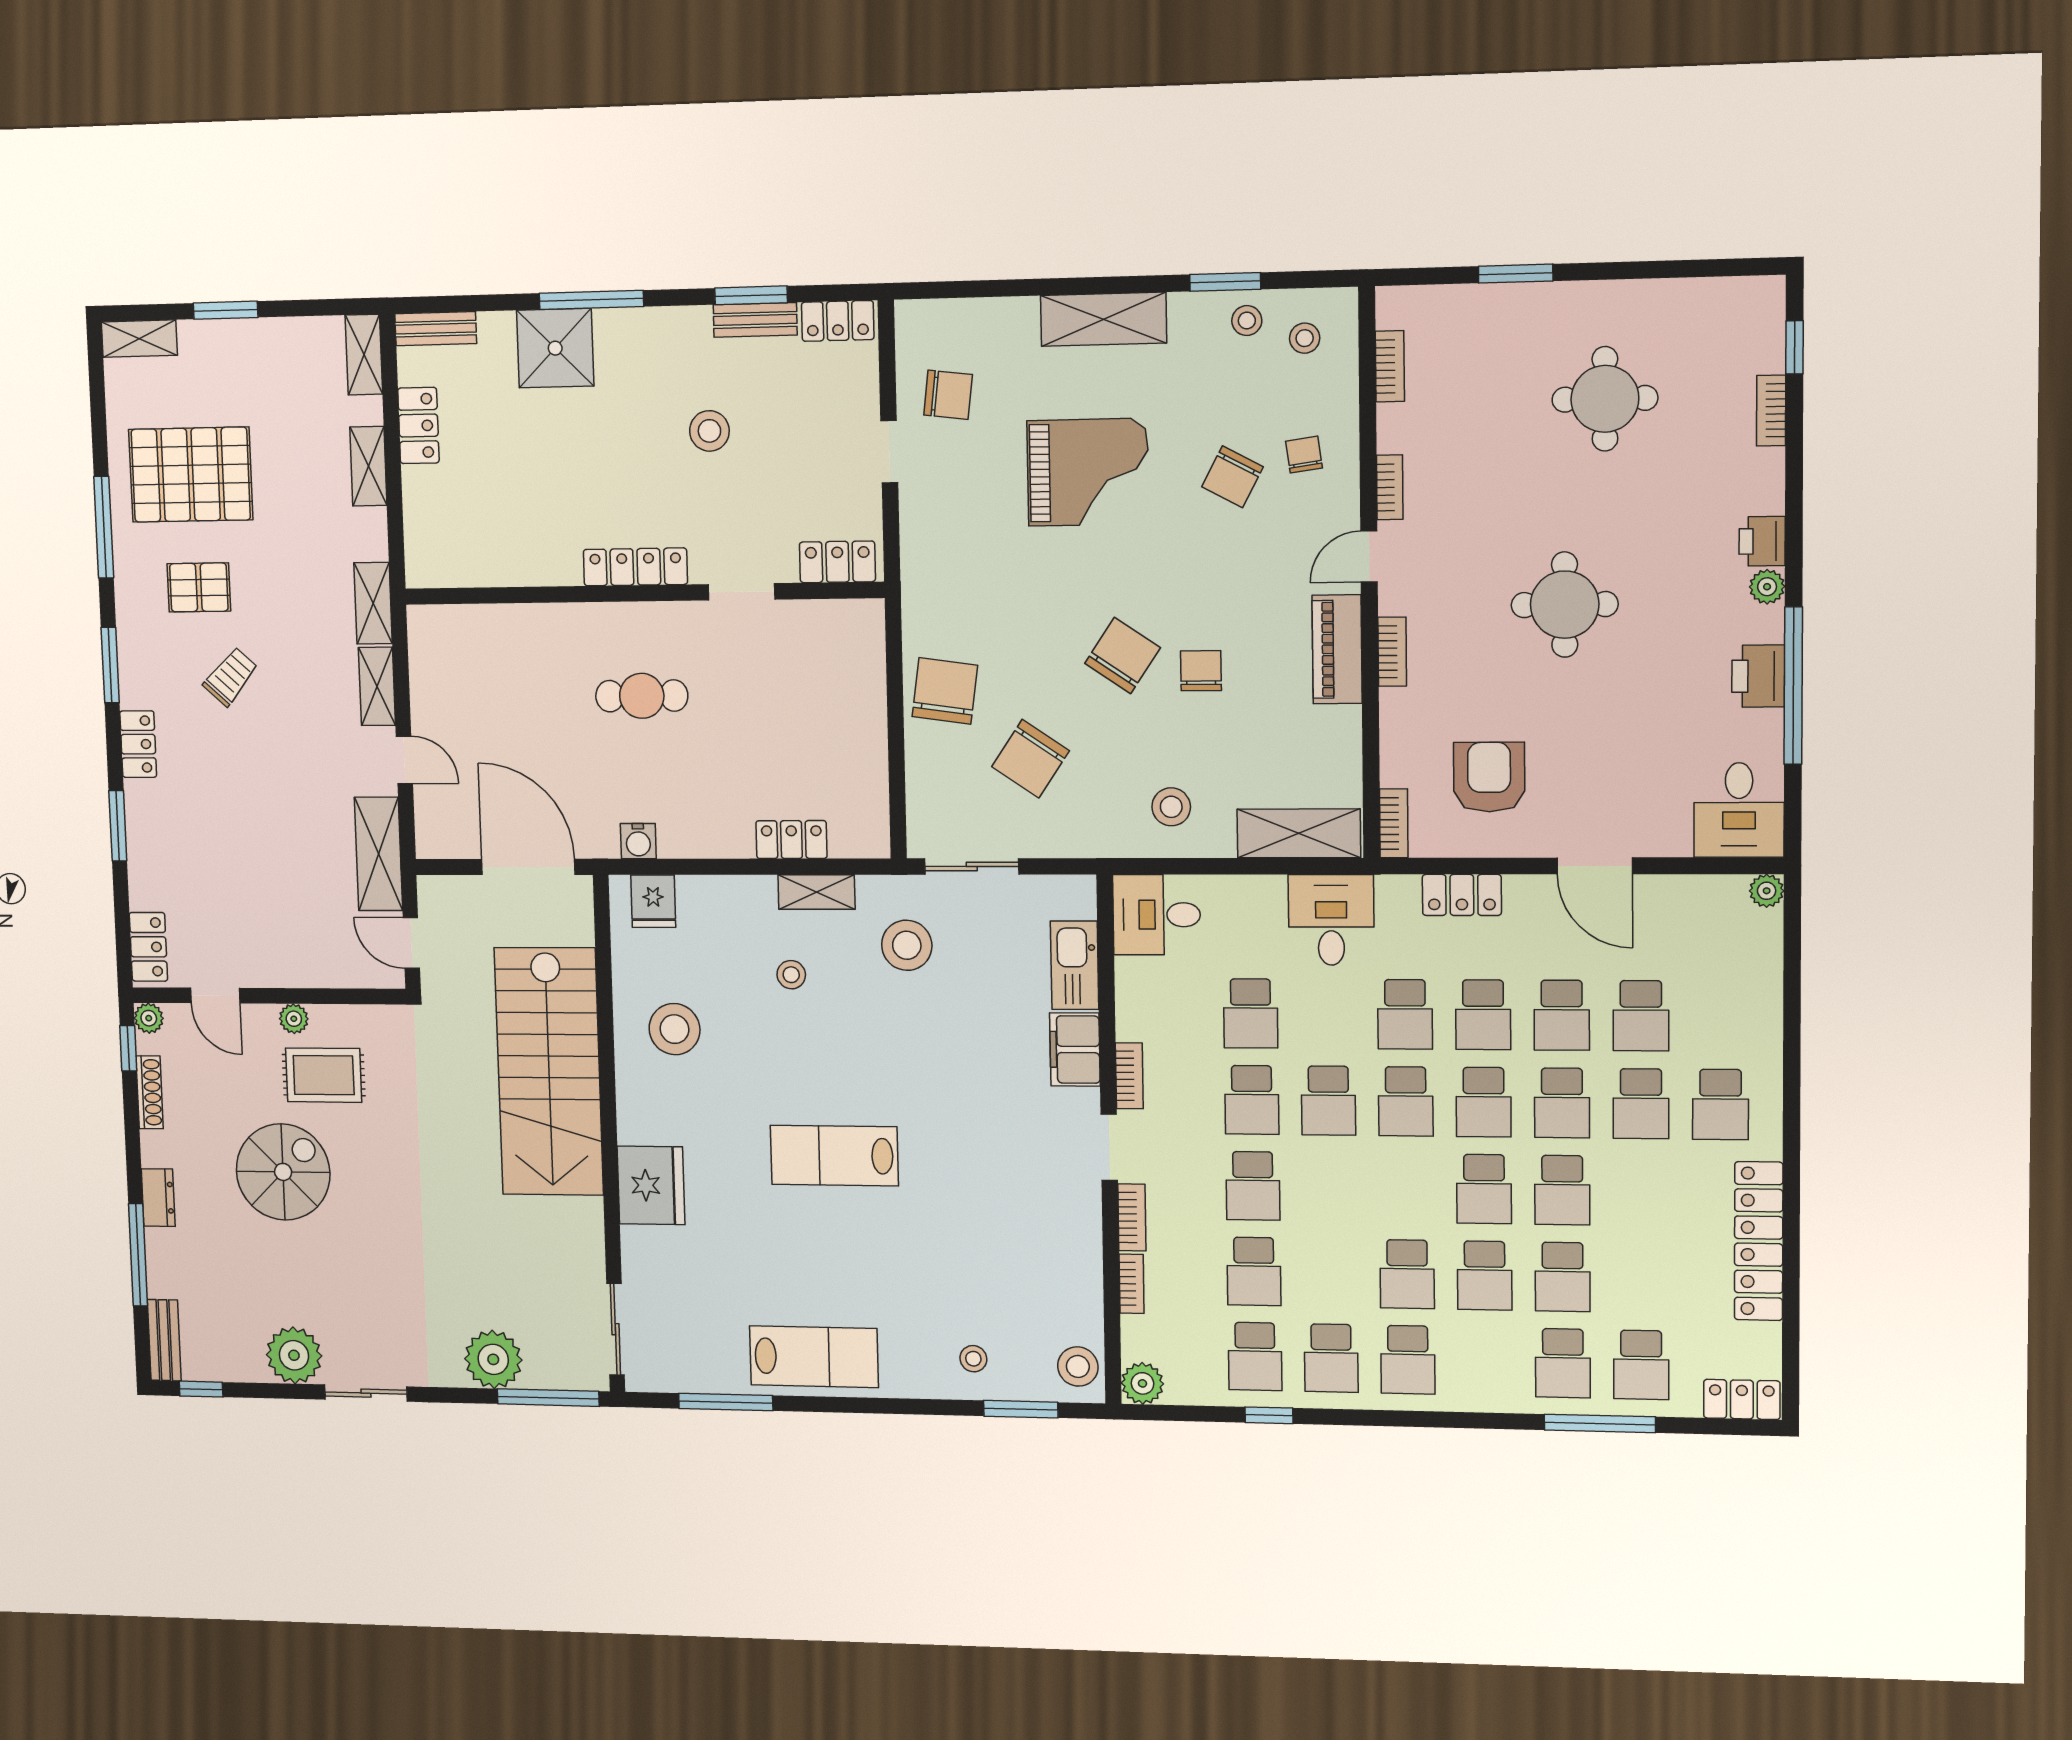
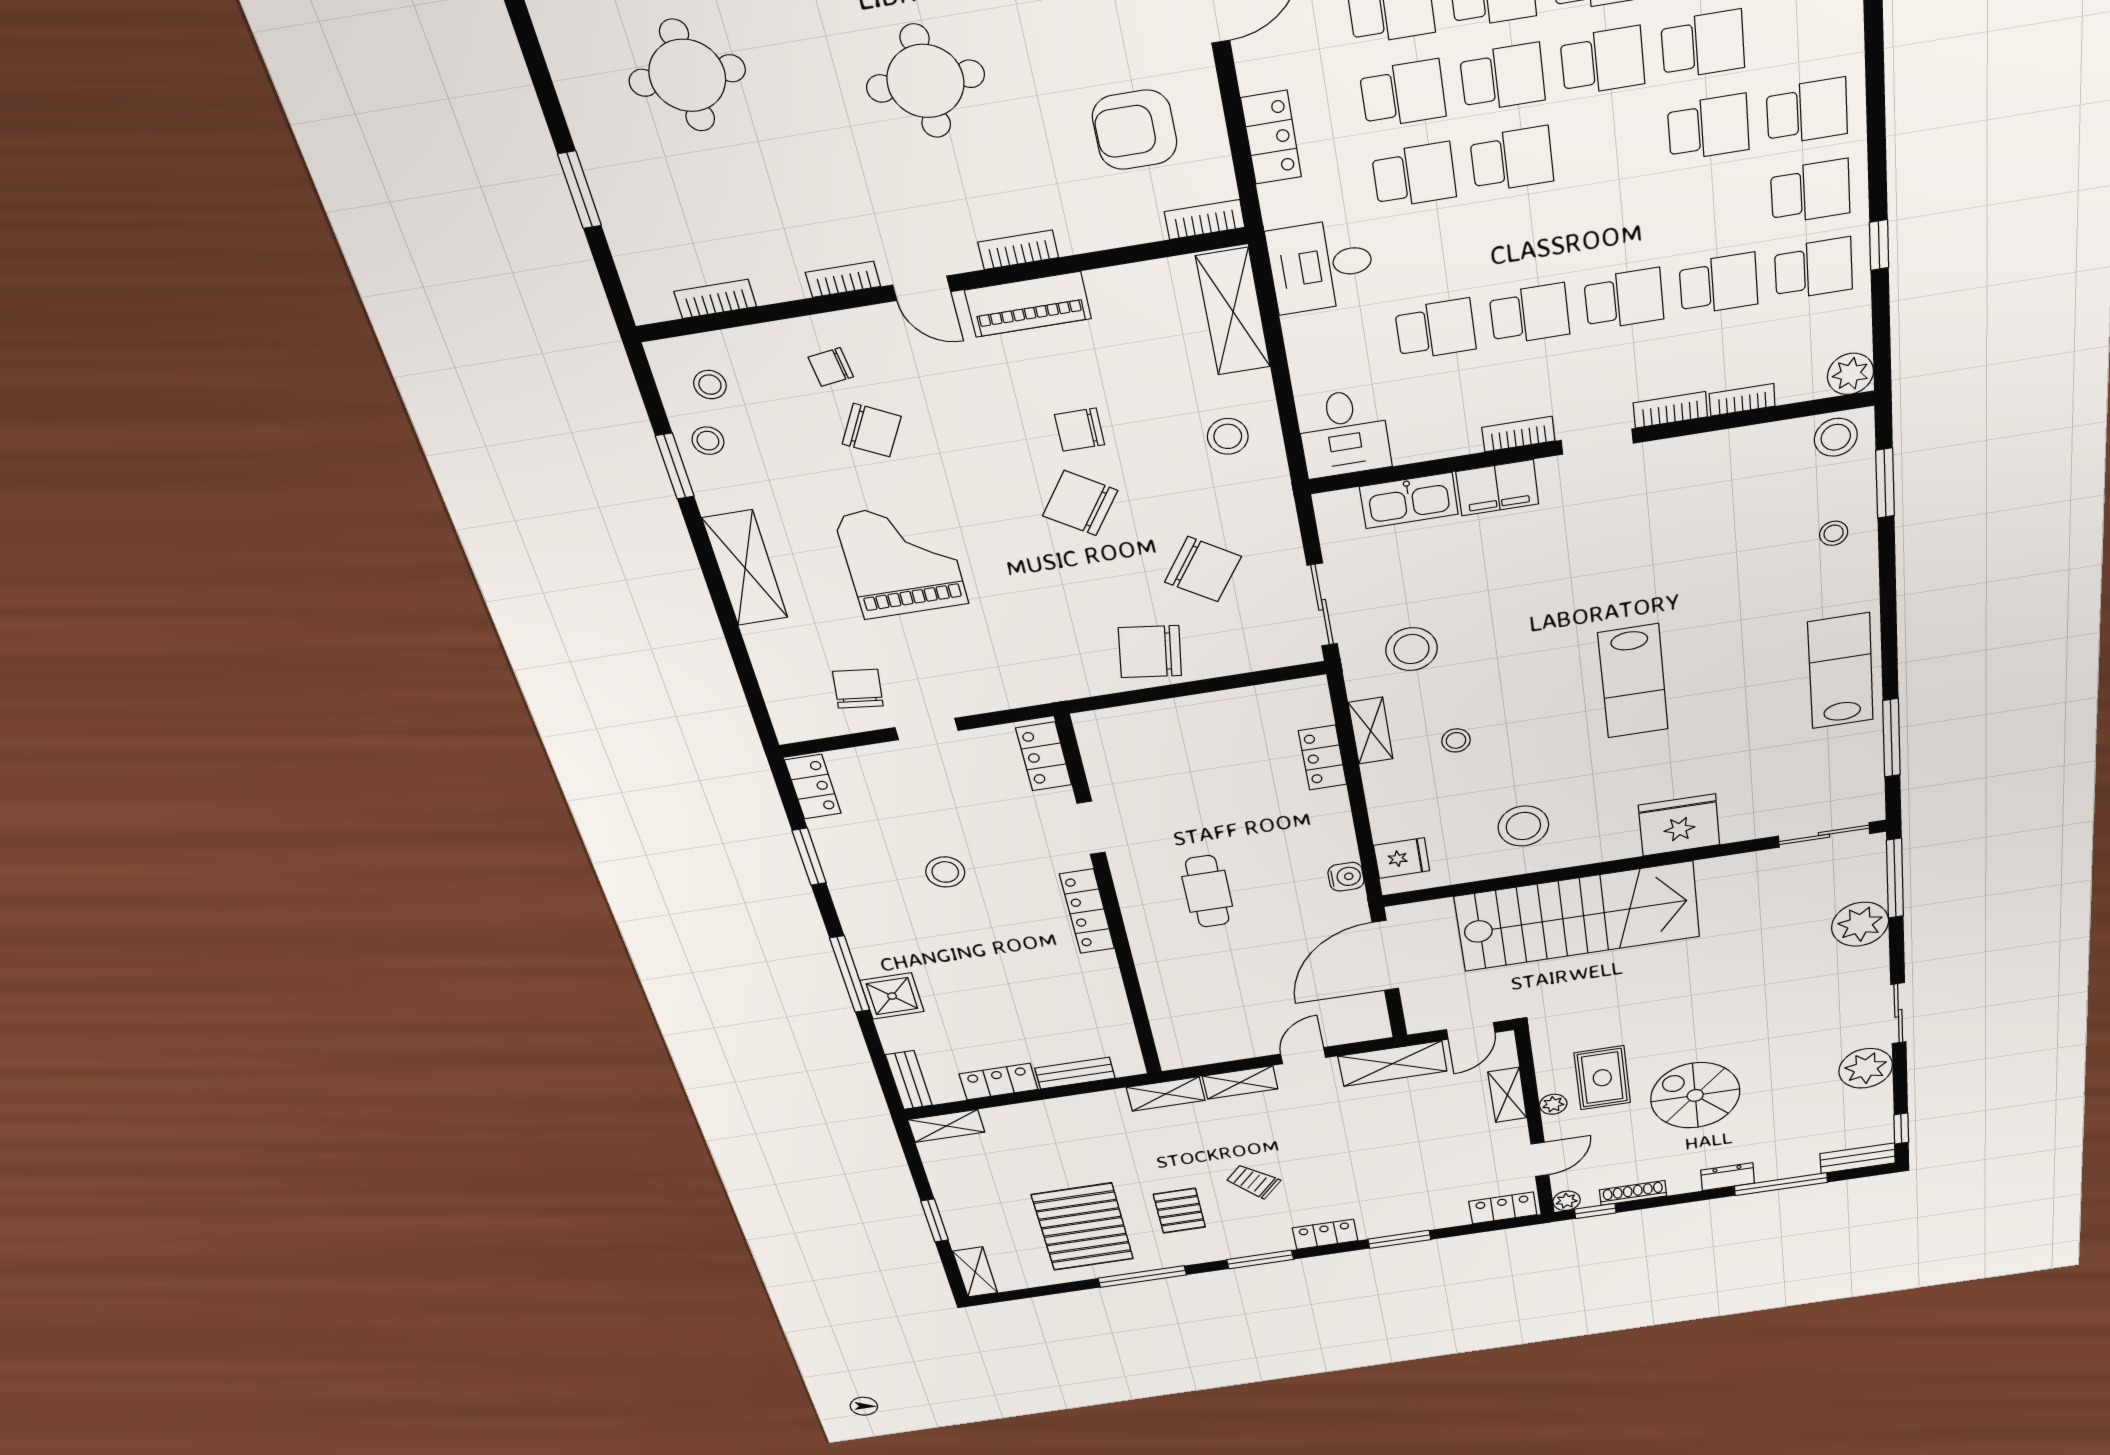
bench: (755, 320) -> (1075, 1073), moved, turned 90
shower: (555, 348) -> (892, 996), width x0.73, depth x0.73
shelving: (368, 466) -> (1507, 1095), moved, turned 90
school desk: (1328, 1101) -> (1521, 238), removed

